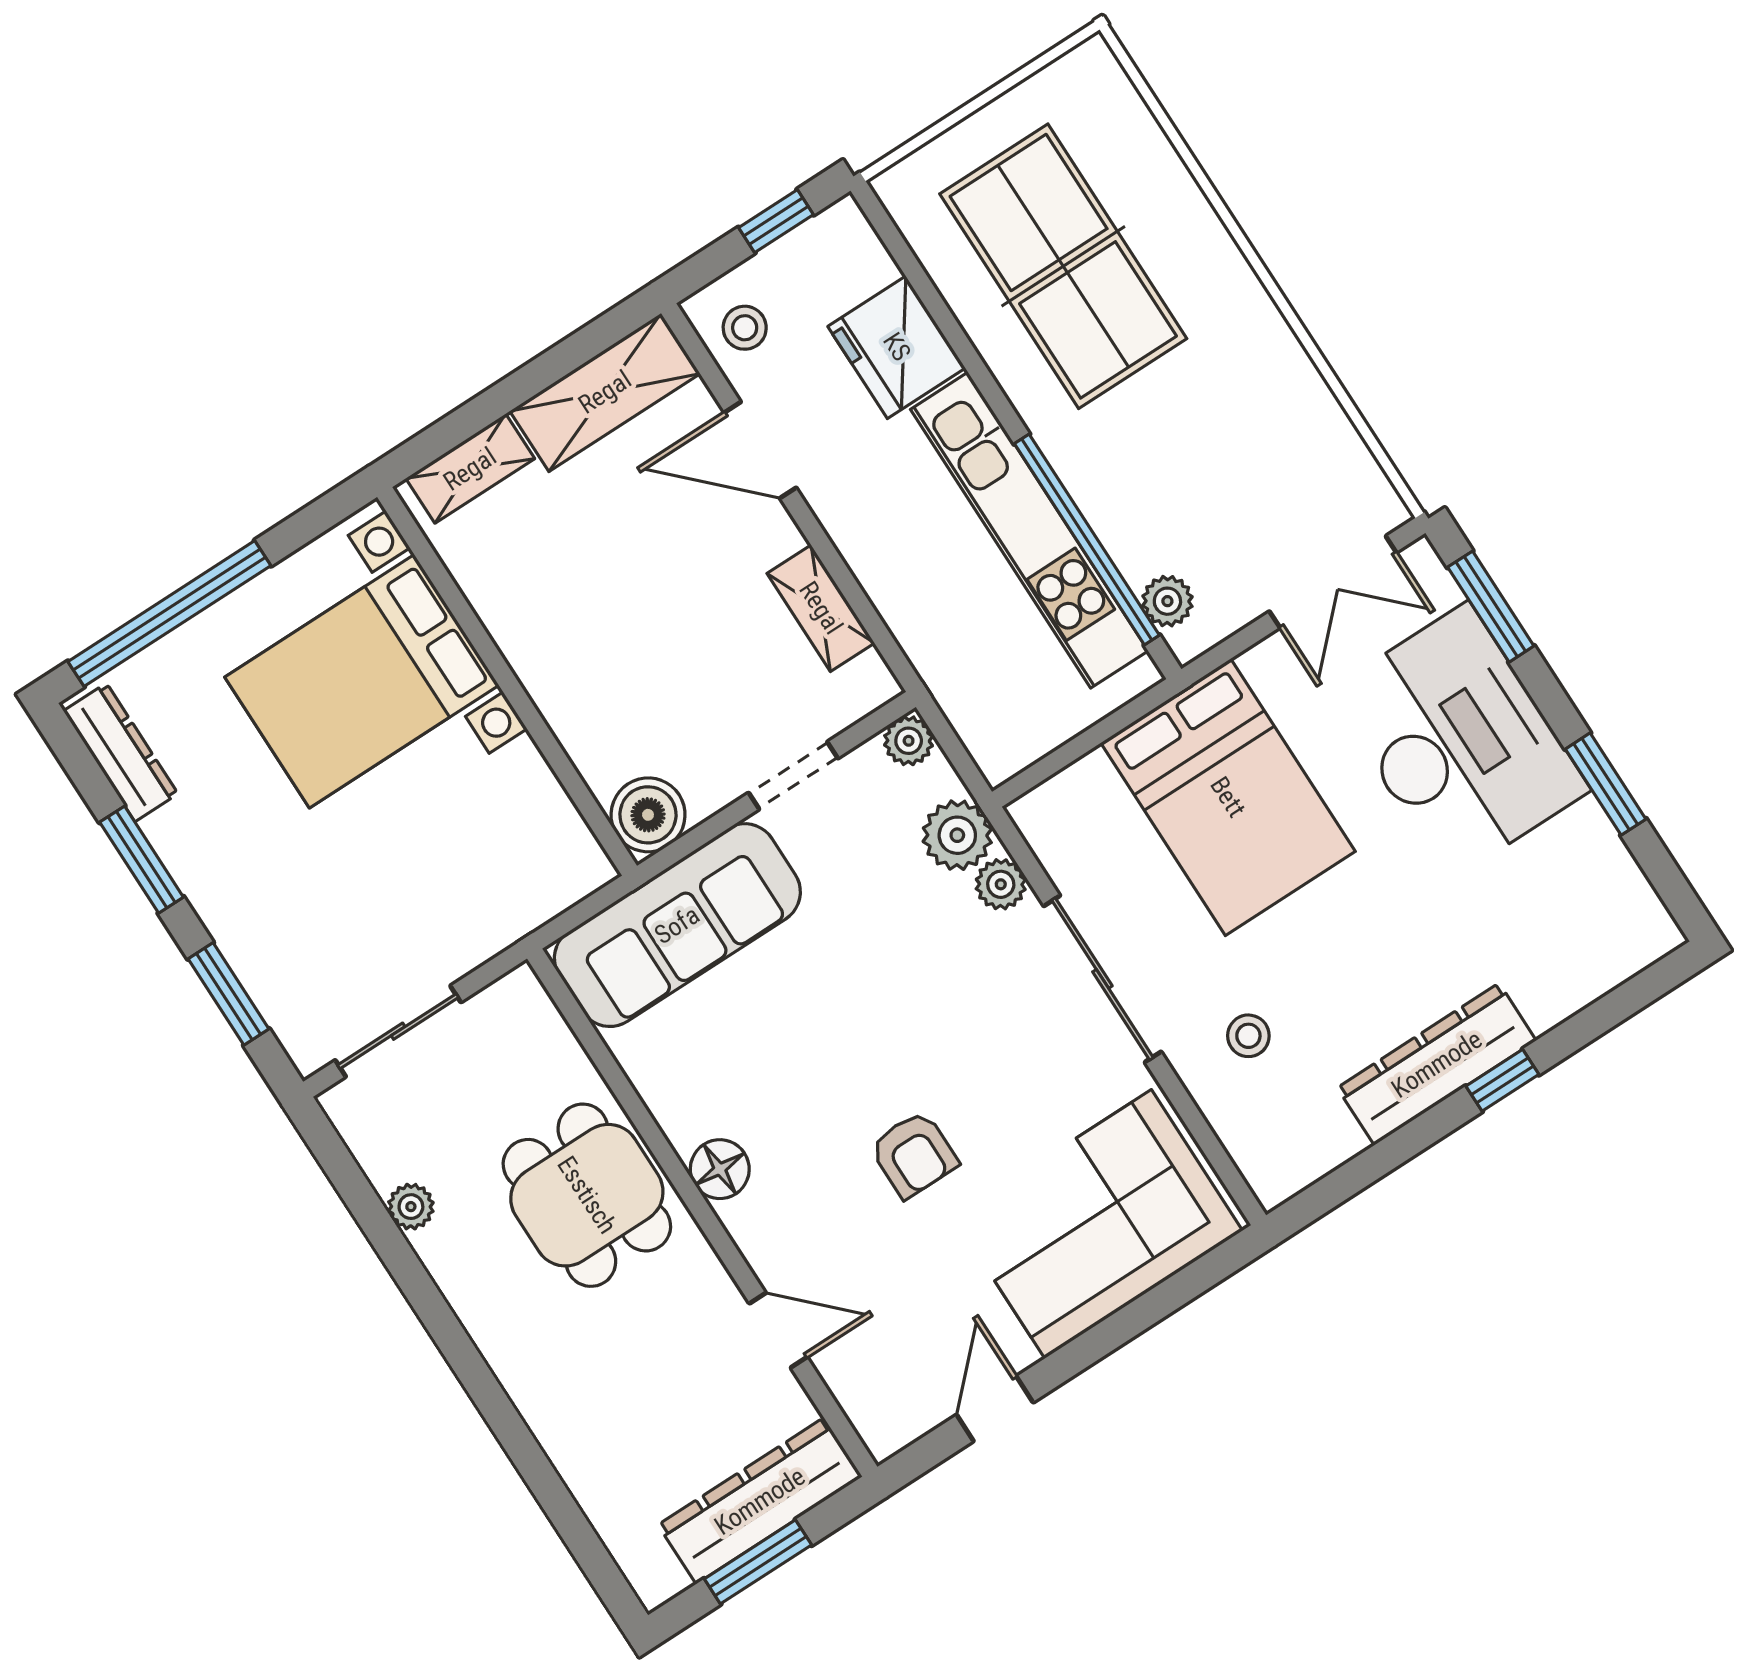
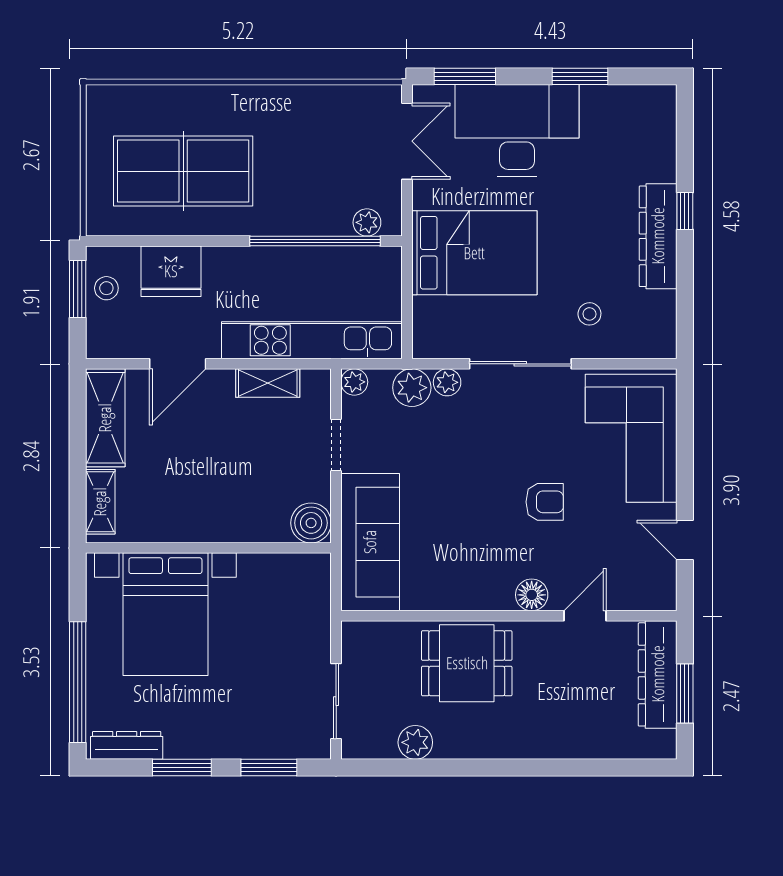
window: (776, 221) -> (78, 289), width x1.50
stool: (745, 328) -> (106, 288), moved
kitchen unit: (1029, 530) -> (312, 340), moved, turned 180
floor lamp: (720, 1169) -> (532, 595), moved
plant: (411, 1207) -> (415, 742), width x1.38, depth x1.38

